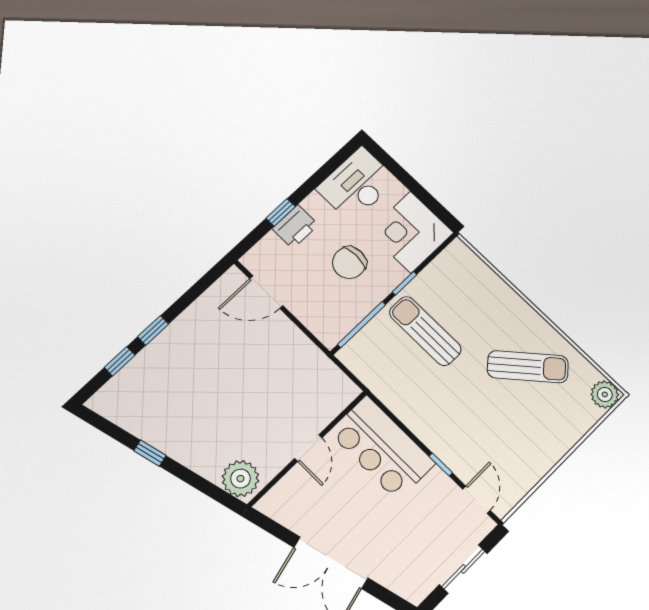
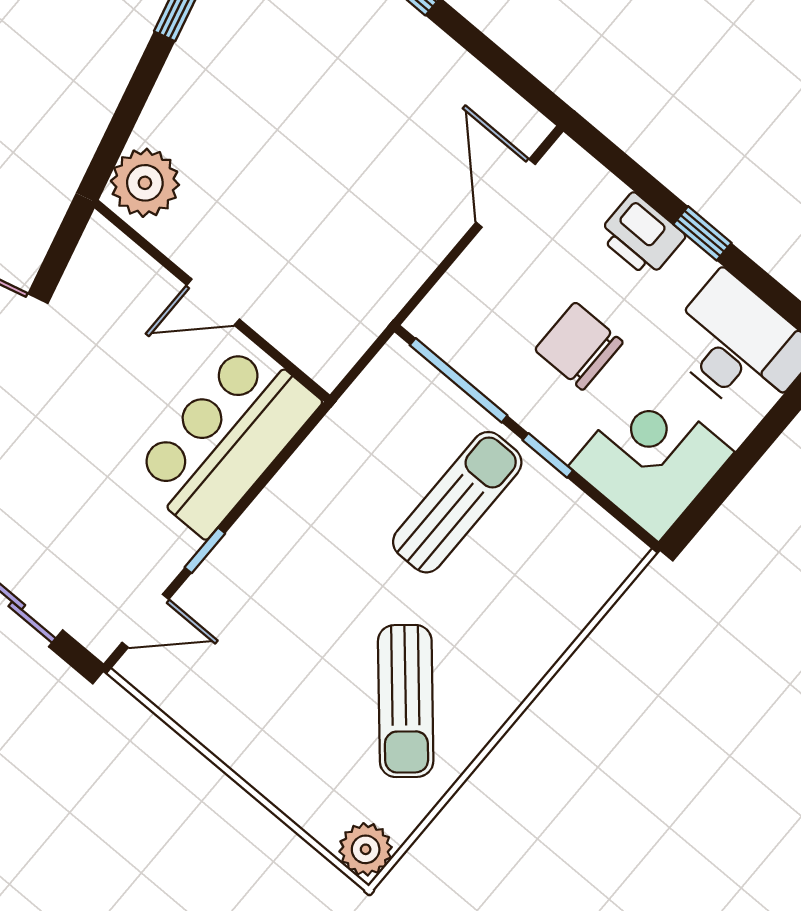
window: (281, 212) -> (702, 233), moved

